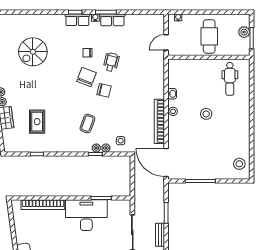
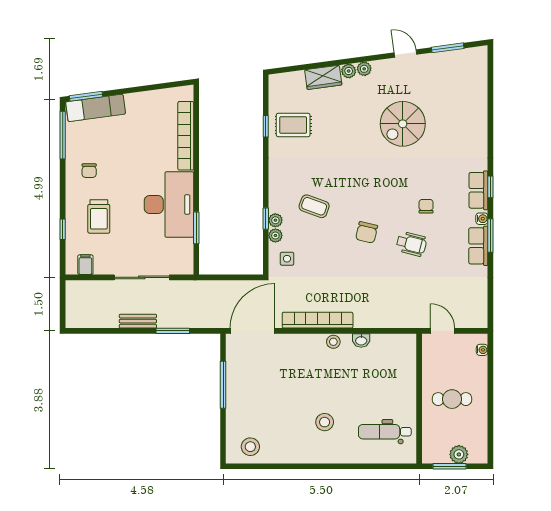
cafe table: (209, 36) -> (452, 399), width x0.73, depth x0.74
spiral stairs: (33, 52) -> (403, 124), moved, turned -90
chair: (87, 77) -> (388, 205), removed
stool: (206, 114) -> (325, 422), moved
rug: (37, 122) -> (293, 125), moved

